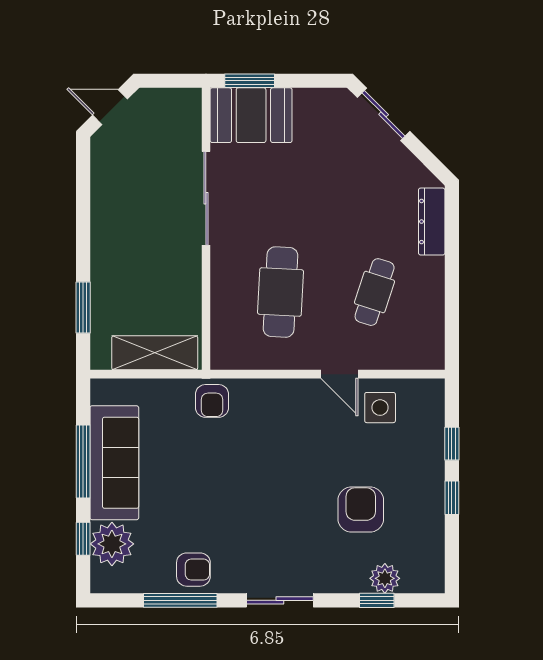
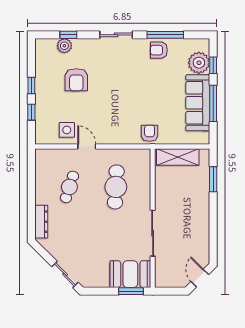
door: (110, 107) -> (200, 278), swing flipped

